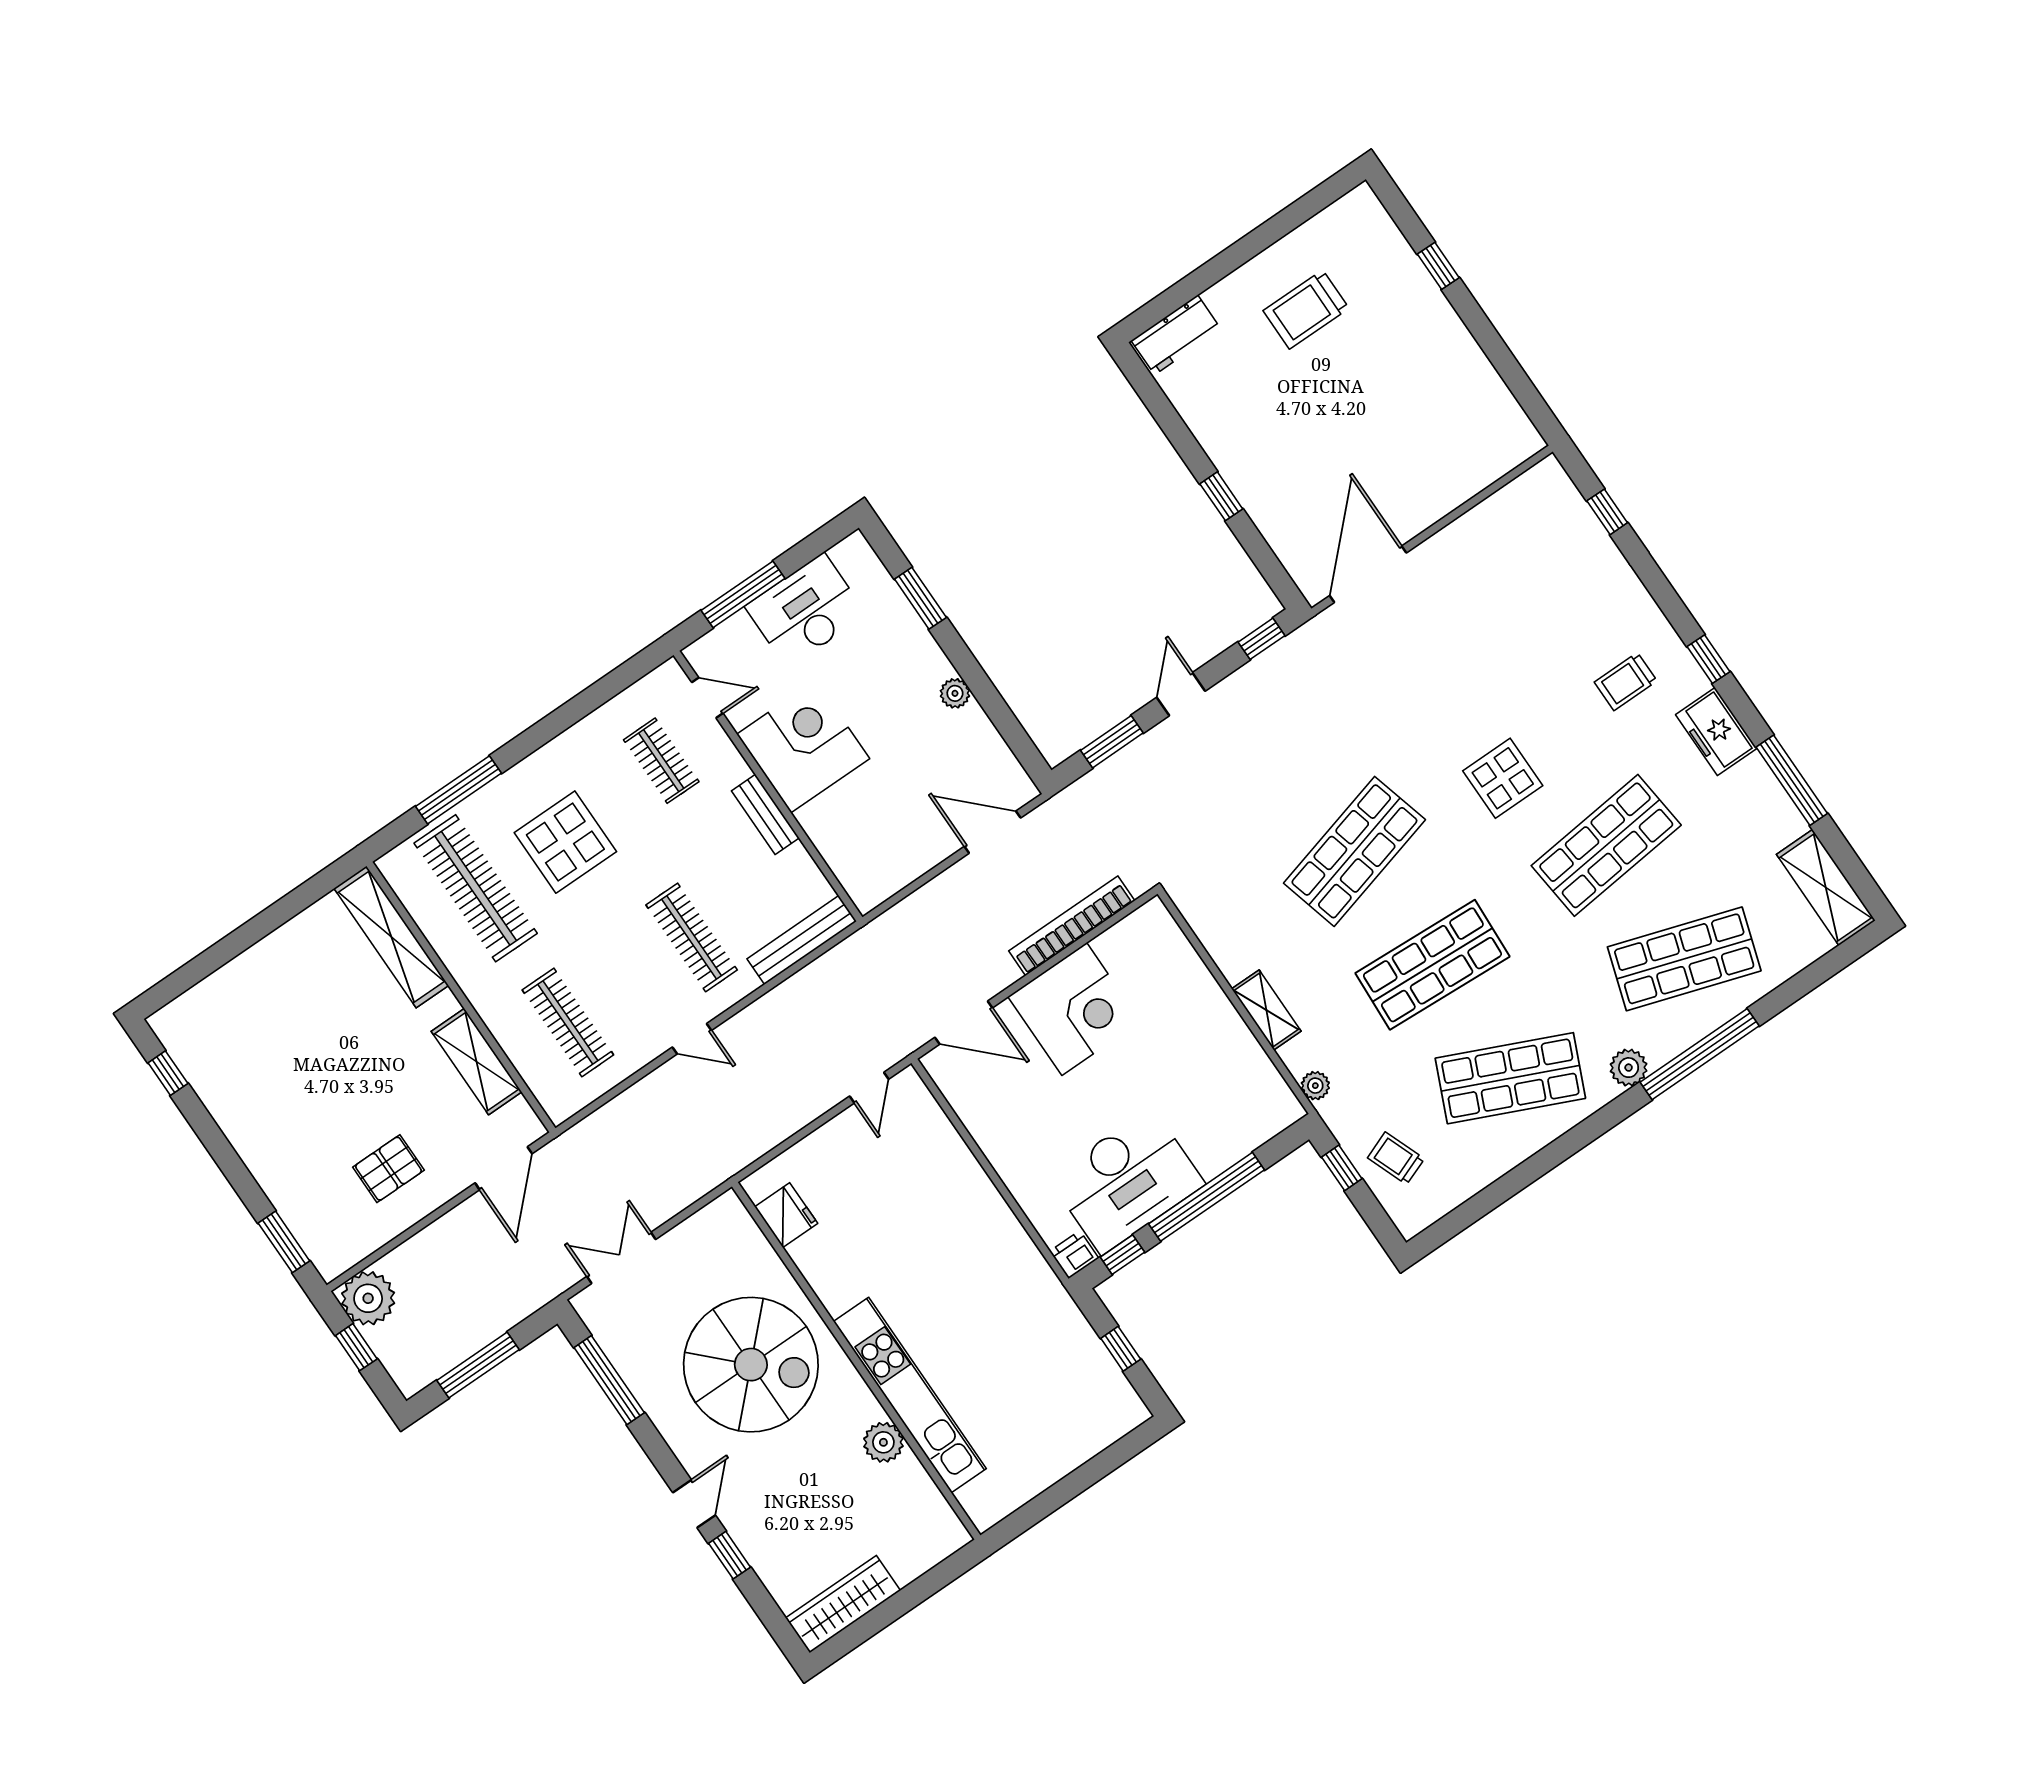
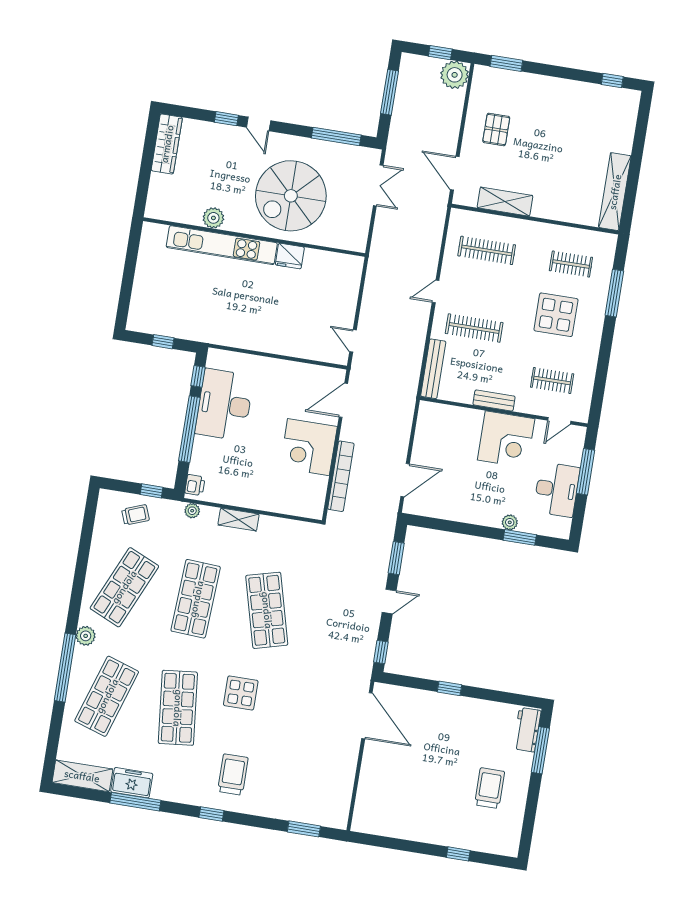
window: (1187, 289) -> (540, 750), added
window: (1607, 512) -> (304, 829), width x1.50
trolley: (1626, 682) -> (233, 775), width x1.36, depth x1.39
plant: (955, 693) -> (510, 522), moved
door: (1181, 694) -> (389, 601), hinge flipped
freezer: (1716, 732) -> (132, 783), moved
clothes rail: (476, 888) -> (571, 264), width x0.54, depth x0.76
shelving: (391, 937) -> (615, 192), moved, turned 90
fridge: (786, 1215) -> (290, 256), moved
printer: (1074, 1255) -> (195, 485), moved

